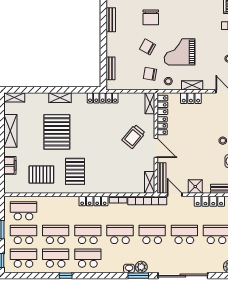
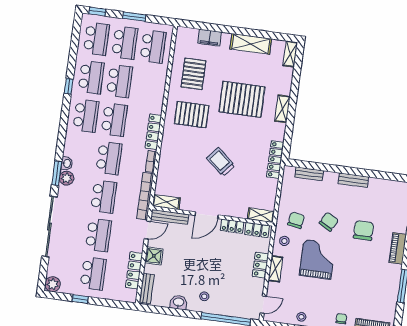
chair: (151, 17) -> (364, 230), turned 90
bench: (111, 20) -> (353, 180), moved
trolley: (134, 137) -> (221, 162), moved

